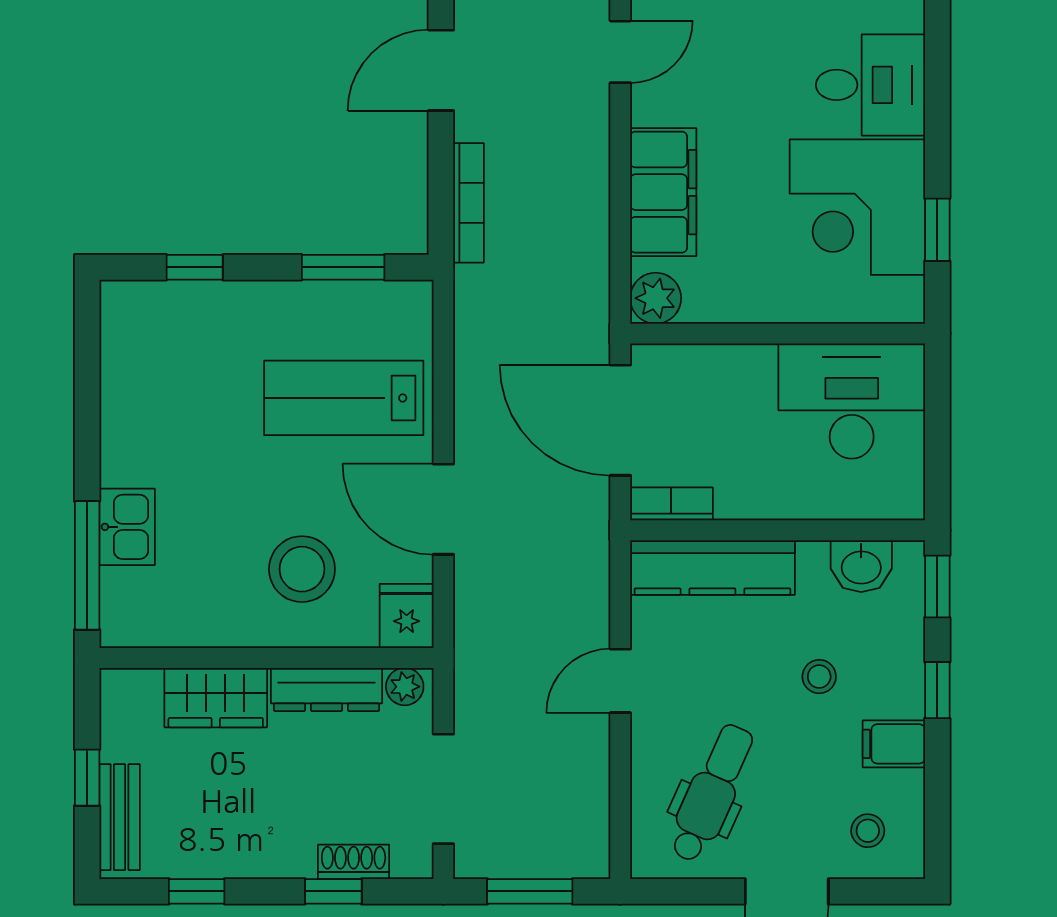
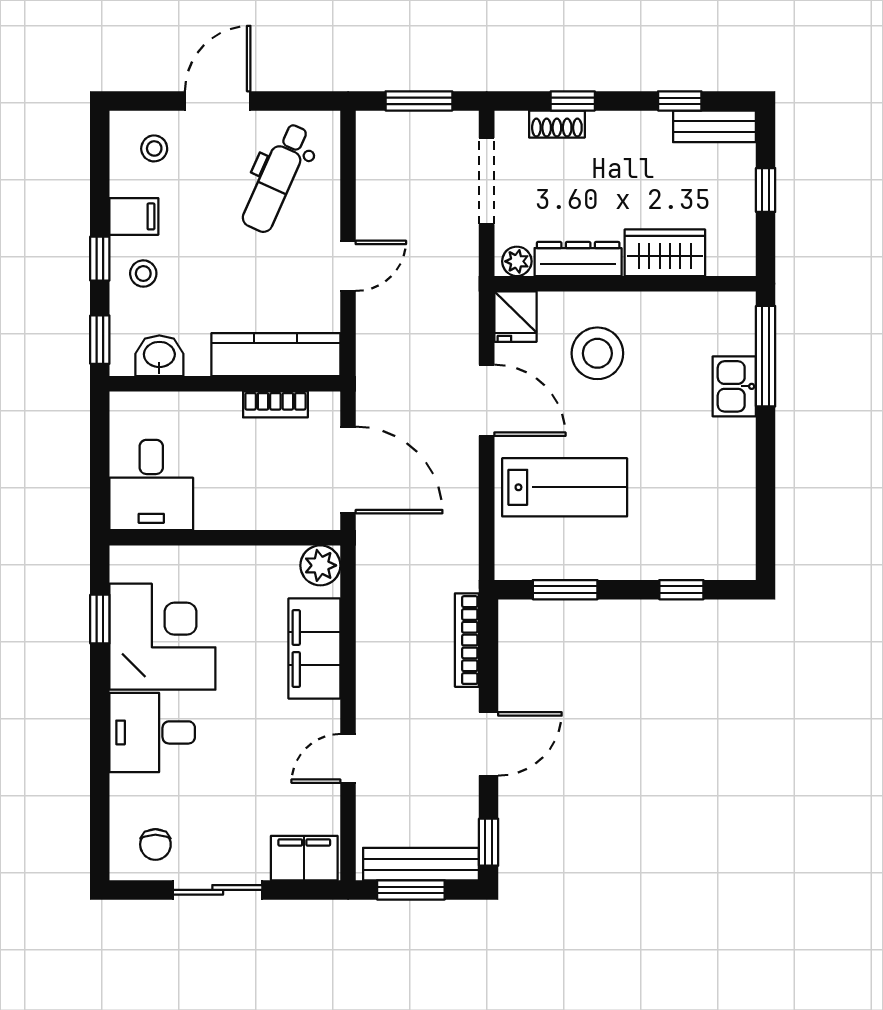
desk: (852, 401) -> (151, 485), width x0.73
bookcase: (671, 504) -> (275, 404), moved
stool: (819, 677) -> (143, 274), moved
bench: (120, 817) -> (715, 126), moved, turned 90

